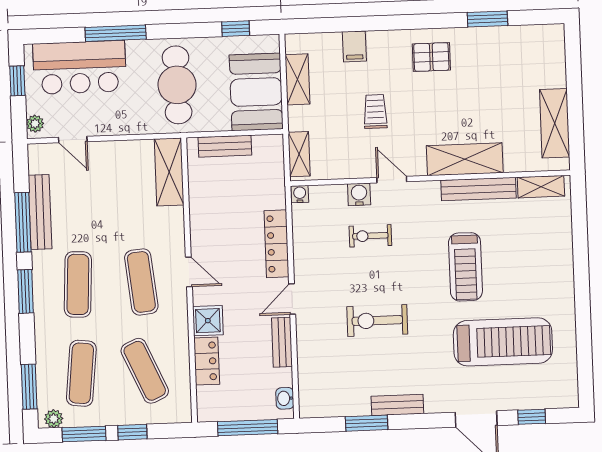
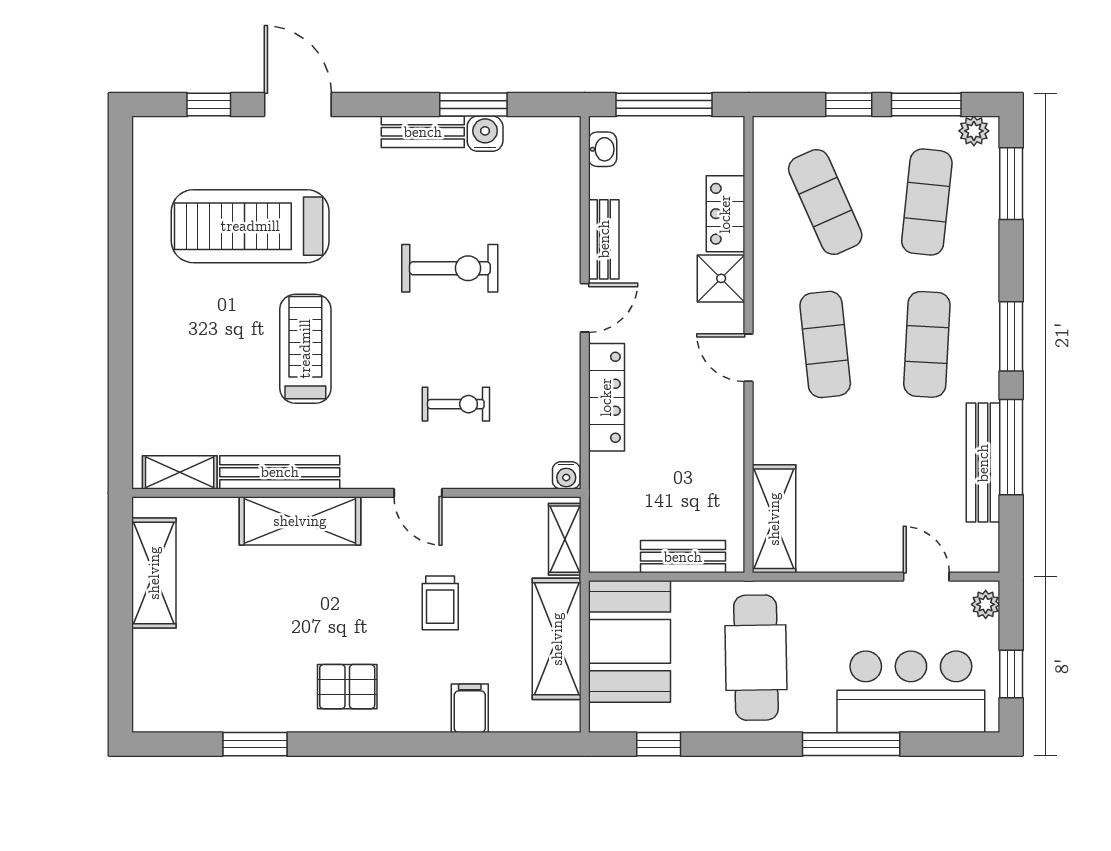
shelving: (297, 79) -> (557, 639), width x1.50, depth x1.33
water cooler: (359, 194) -> (485, 134), moved, turned 180

